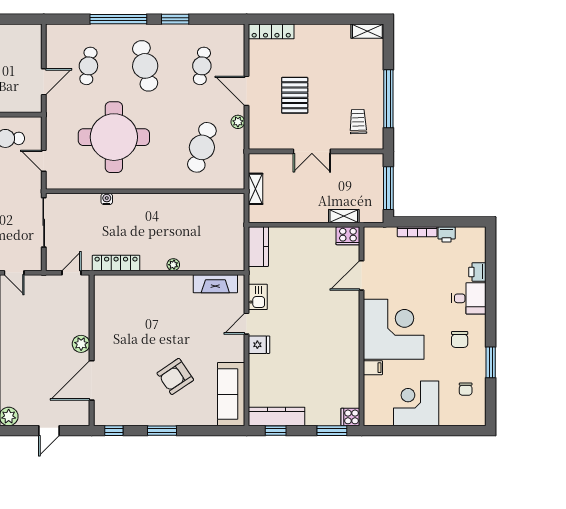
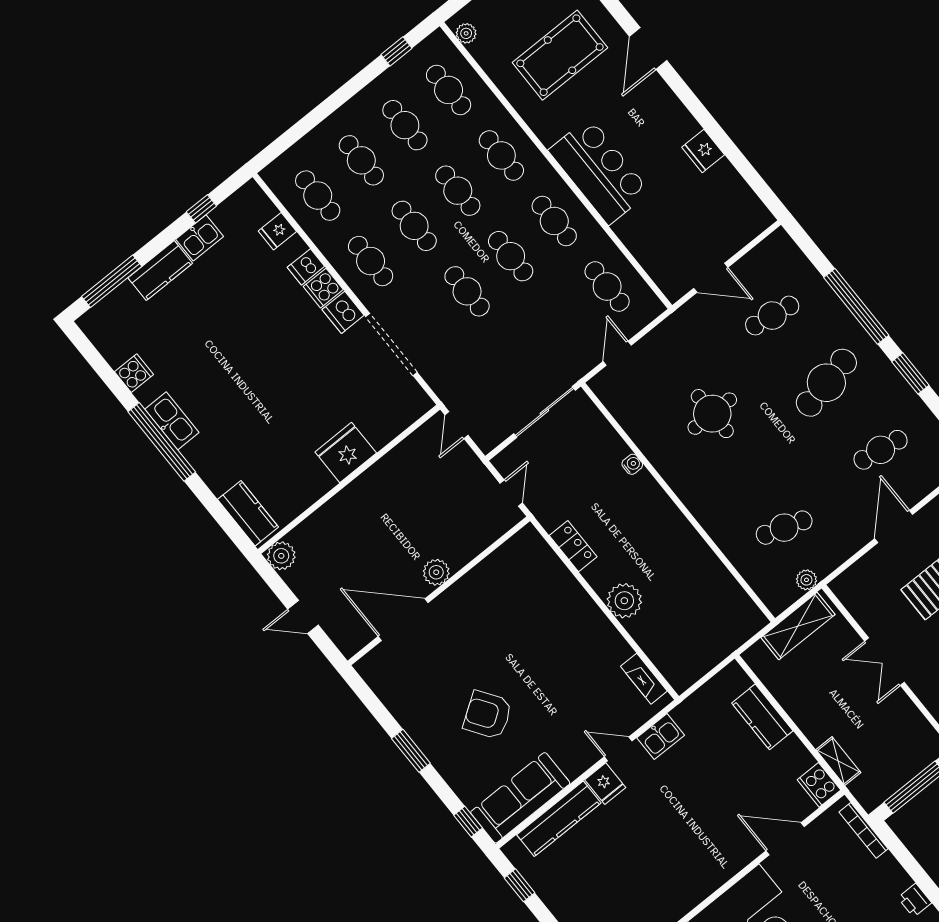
plant: (238, 122) -> (806, 580), moved
round table: (114, 137) -> (712, 414), width x0.54, depth x0.54
cafe table: (202, 147) -> (784, 528), width x0.73, depth x0.74
shelving: (256, 189) -> (798, 626), width x1.50, depth x1.33
bookcase: (417, 232) -> (864, 830), moved
kitchen counter: (258, 247) -> (762, 717), moved, turned 90
locker: (116, 263) -> (573, 546), width x0.66
plant: (173, 265) -> (624, 601), width x1.88, depth x1.88
door: (71, 273) -> (511, 493), hinge flipped
fireplace: (215, 284) -> (644, 679), width x0.73, depth x0.76
kitchen counter: (277, 416) -> (559, 819), moved, turned 90
window: (114, 431) -> (468, 822), moved

